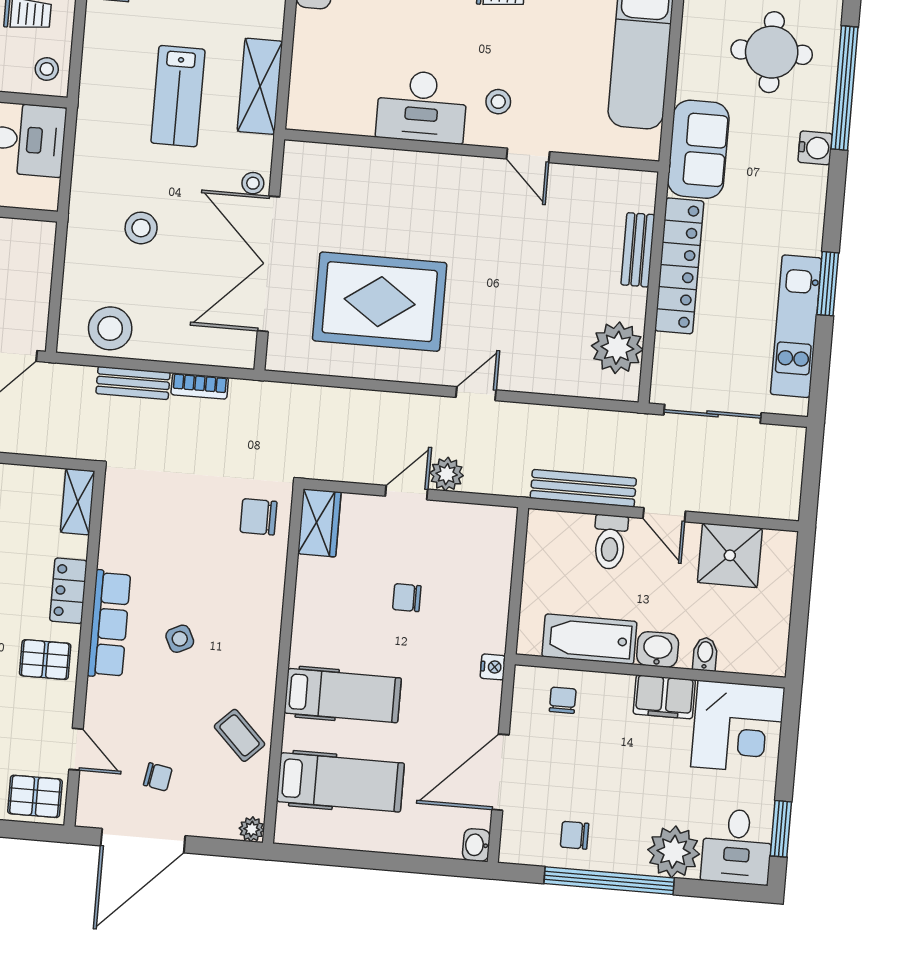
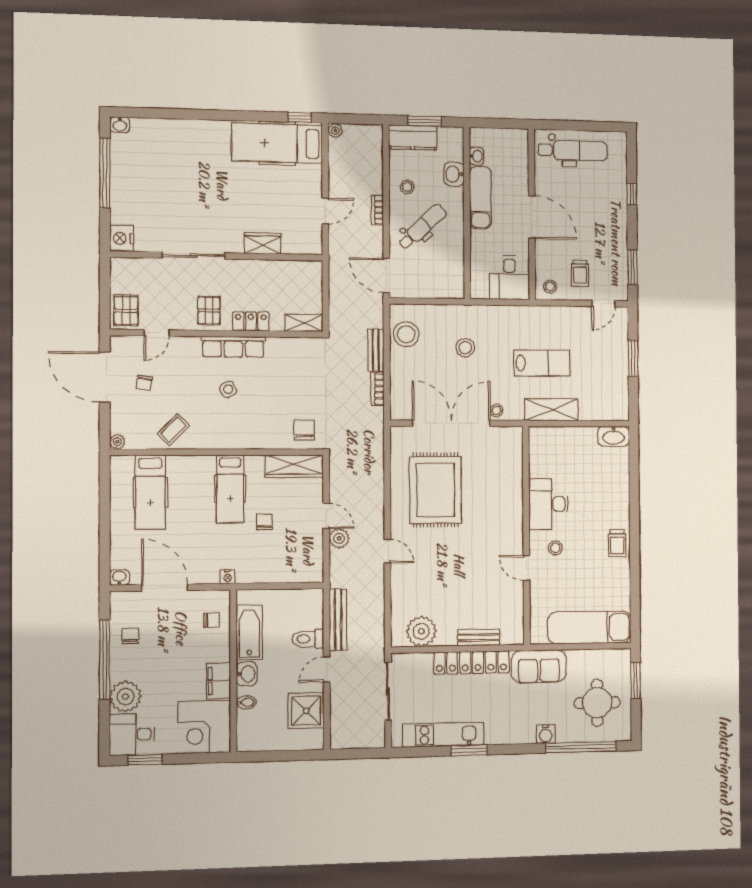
lab bench: (178, 96) -> (542, 363), turned 180
door: (528, 155) -> (527, 568), hinge flipped
wardrobe: (319, 523) -> (294, 466), width x1.50
hospital bed: (343, 696) -> (230, 489), moved

